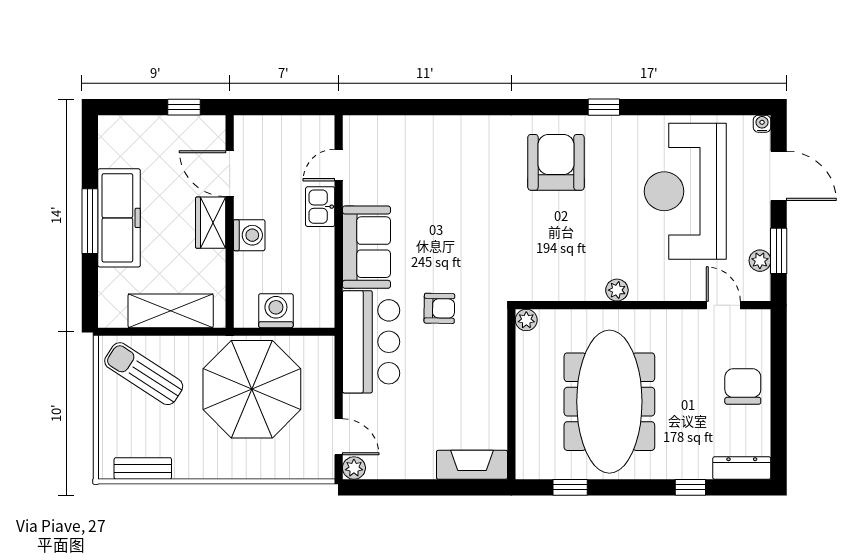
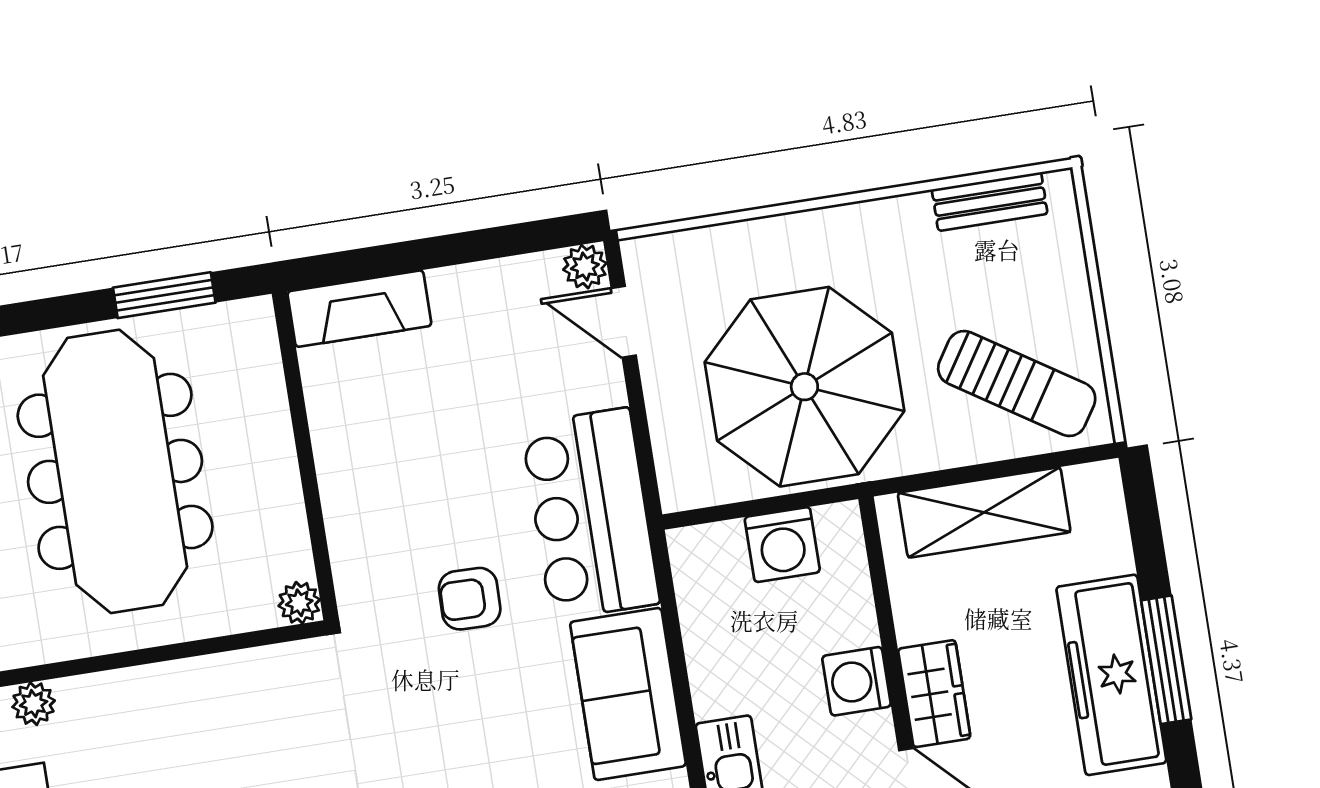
plant: (617, 290) -> (34, 704), moved
window: (570, 487) -> (164, 295), width x1.50

